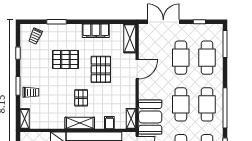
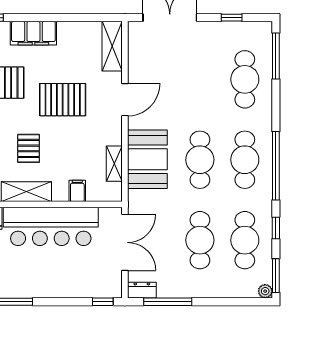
filing cabinet: (96, 31) -> (33, 33), moved
cafe table: (181, 58) -> (200, 79), removed
pallet: (101, 69) -> (63, 100), turned 90
booth: (150, 117) -> (147, 159), moved
shelving: (131, 119) -> (114, 164), moved

